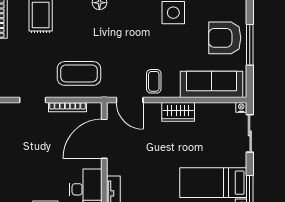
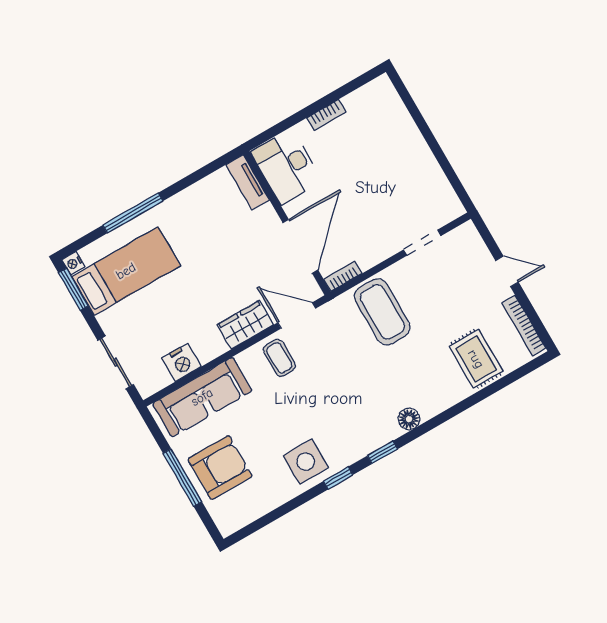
coffee table: (79, 73) -> (382, 312), turned 90
bookcase: (67, 107) -> (343, 276), moved, width x0.64
nightstand: (241, 107) -> (182, 362), moved, width x1.89, depth x1.79
wardrobe: (178, 112) -> (245, 325), moved

